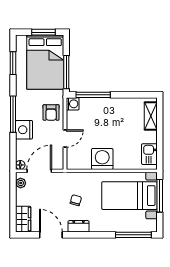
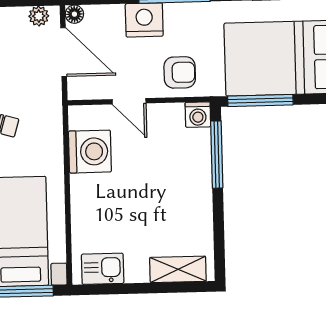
armchair: (51, 112) -> (180, 72), turned 180
washing machine: (102, 159) -> (90, 152), moved

